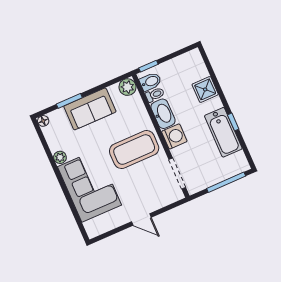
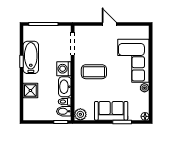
coffee table: (134, 150) -> (94, 72), width x0.73, depth x0.76

